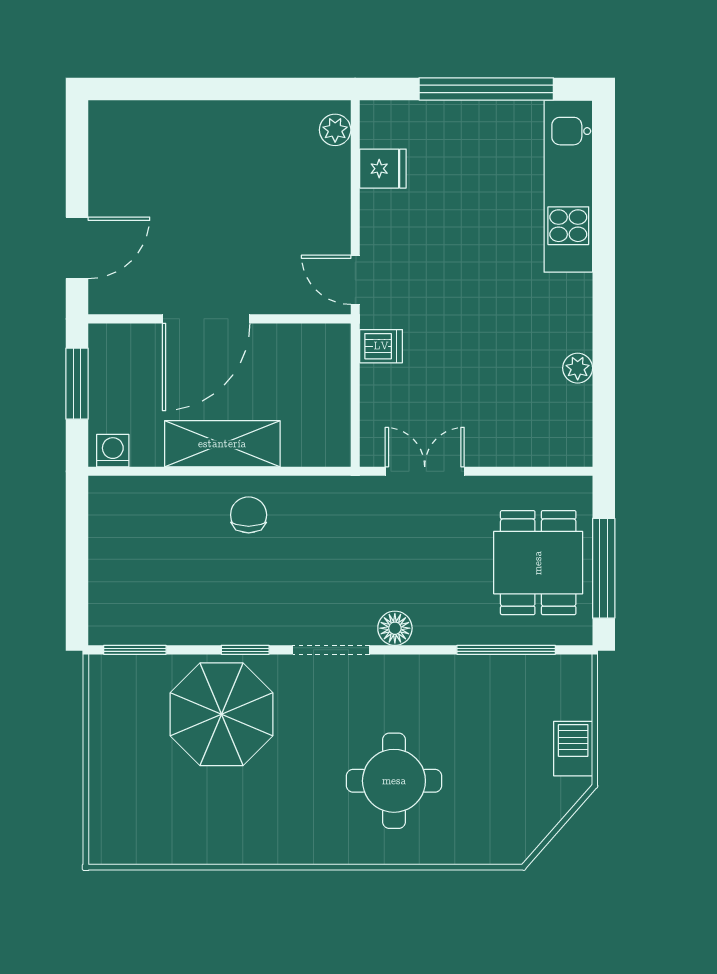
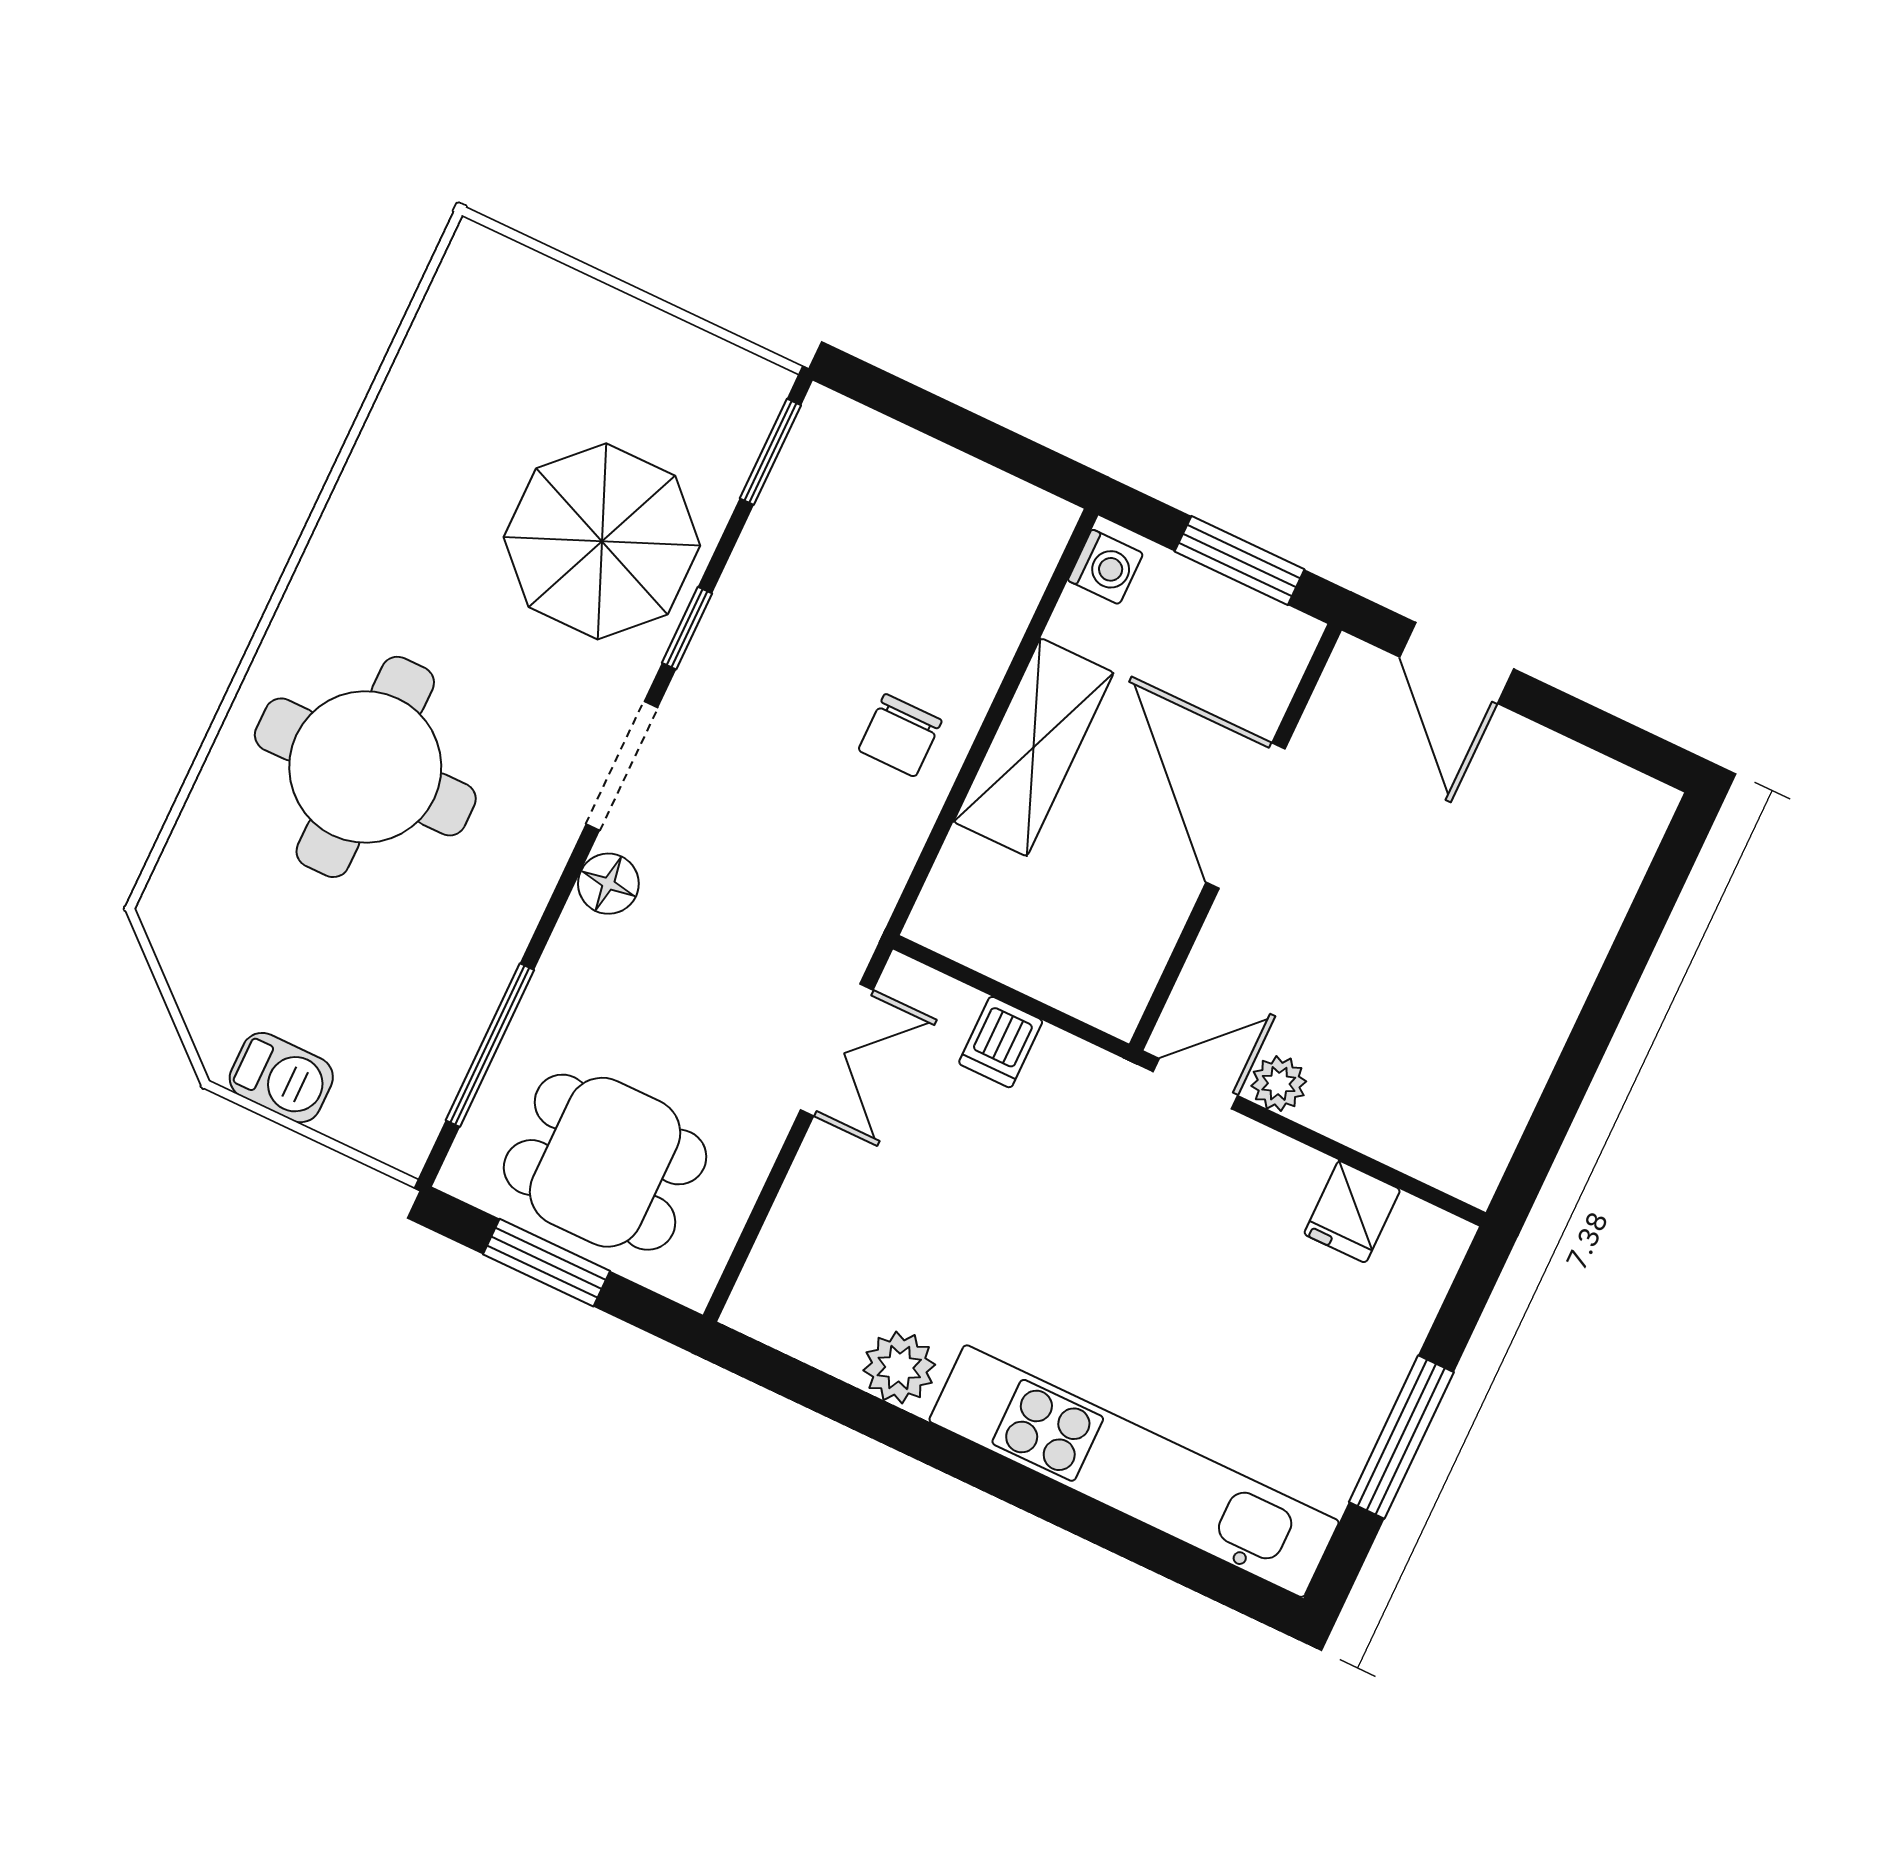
window: (486, 89) -> (1401, 1437), width x0.68
plant: (335, 130) -> (1279, 1084), moved
kitchen unit: (568, 186) -> (1134, 1471), width x1.36
dishwasher: (381, 346) -> (1001, 1042), moved
plant: (578, 368) -> (899, 1367), width x1.38, depth x1.38
chair: (249, 515) -> (900, 735), turned 90
window: (604, 568) -> (546, 1263), width x0.69
round table: (394, 781) -> (365, 767), width x1.36, depth x1.36

